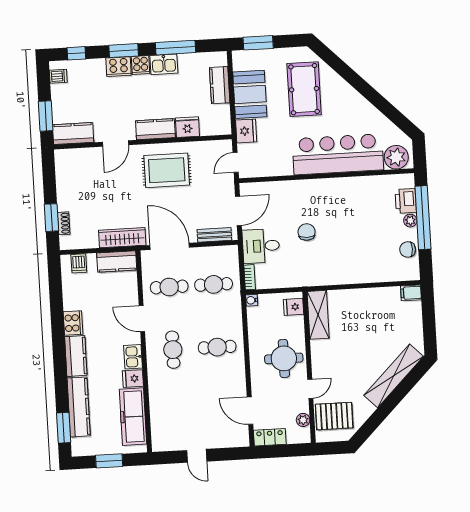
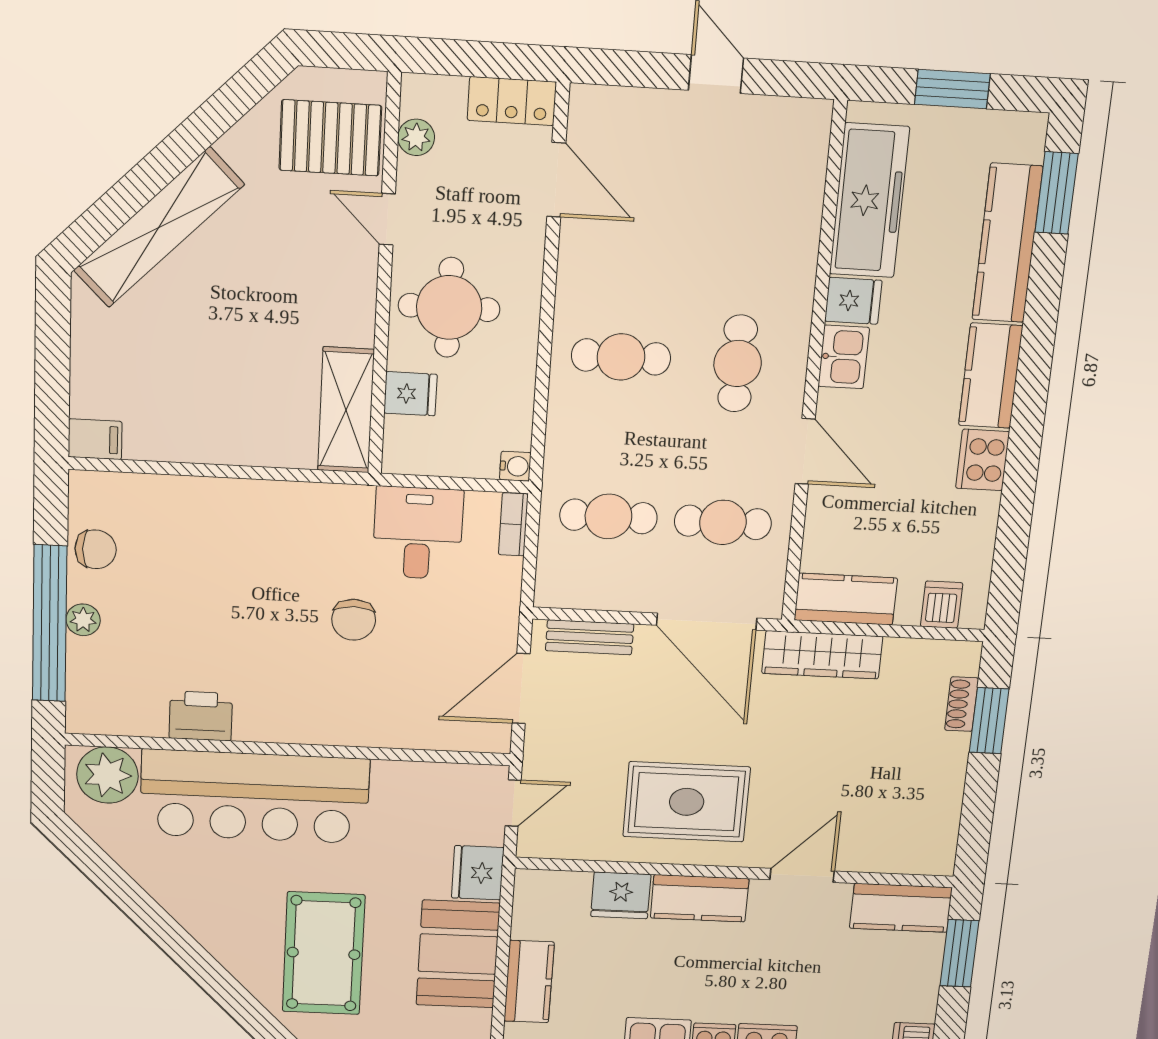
printer: (406, 201) -> (201, 716), moved, turned -90
desk: (261, 246) -> (418, 533), moved, turned -90
fridge: (294, 307) -> (411, 394), moved
door: (310, 389) -> (387, 219), hinge flipped

